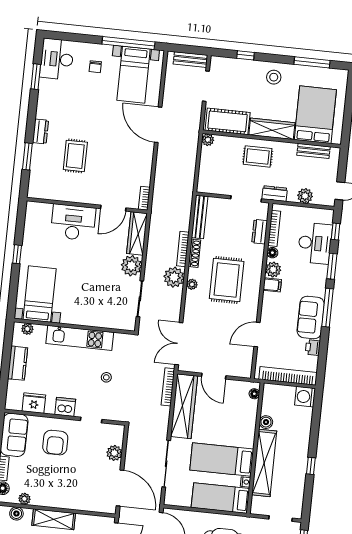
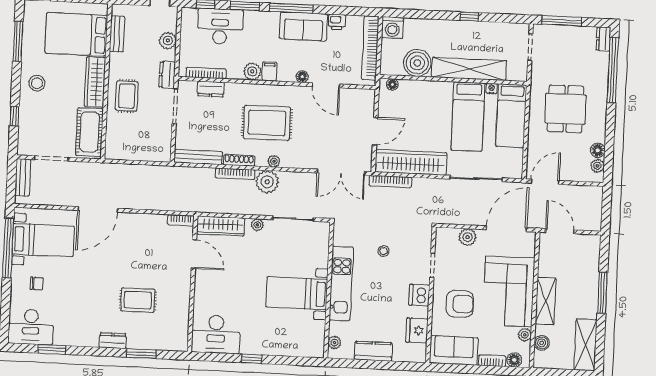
plant: (208, 140) -> (111, 153), removed
desk: (73, 222) -> (216, 334), moved, turned -90
floor lamp: (272, 253) -> (302, 77), moved
plant: (131, 266) -> (257, 225), width x0.53, depth x0.53
bed with nightstands: (40, 294) -> (297, 293), moved
boiler: (266, 422) -> (417, 63), width x1.86, depth x1.86
corner sofa: (64, 487) -> (509, 292), added

